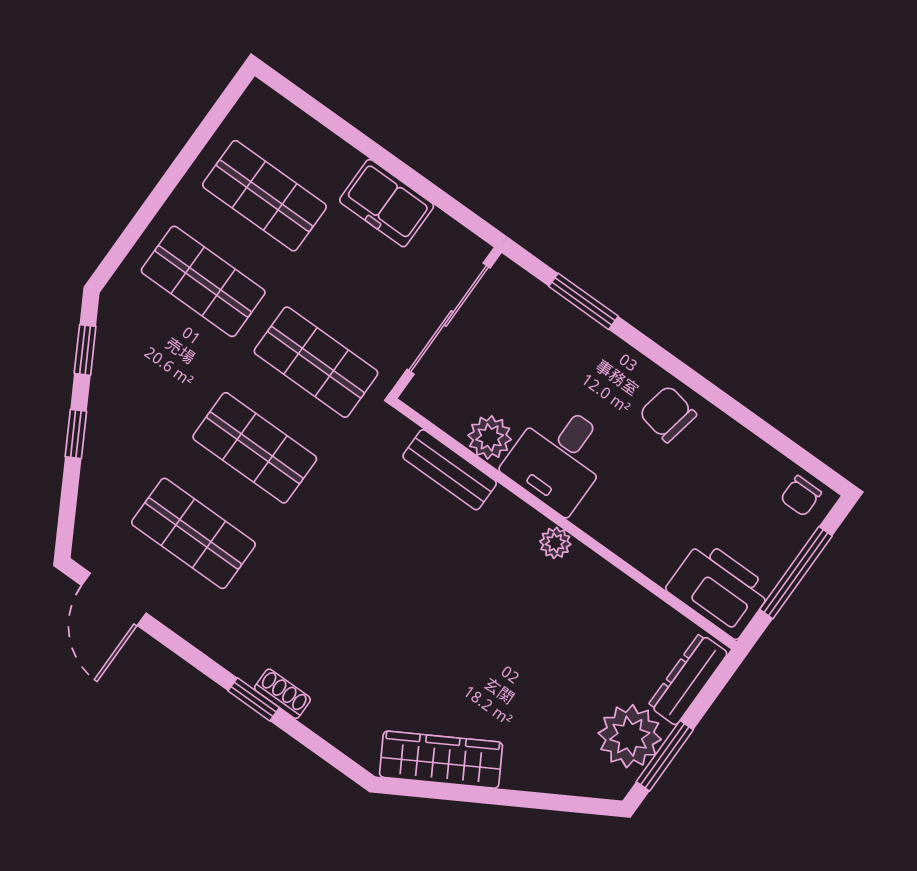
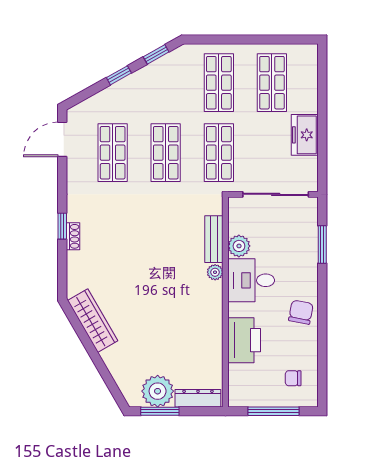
chair: (801, 496) -> (293, 378), moved
plant: (555, 543) -> (215, 272), moved
printer: (719, 589) -> (244, 340), moved

